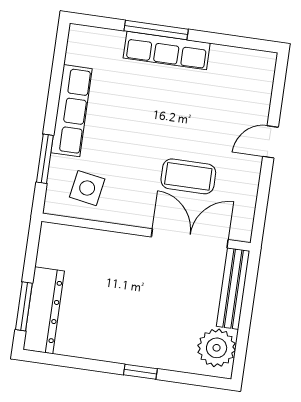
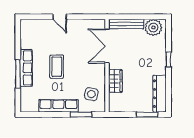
coffee table: (188, 176) -> (57, 67), moved
wardrobe: (109, 246) -> (115, 81), added
dresser: (44, 310) -> (160, 94), moved, turned -90

